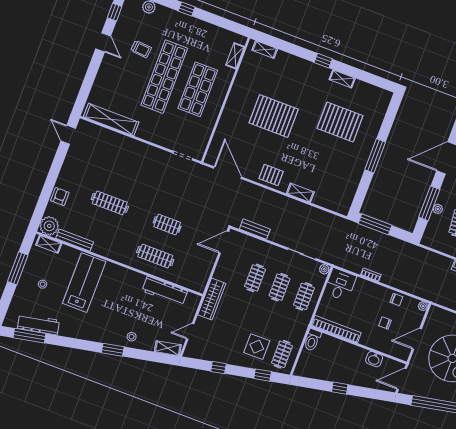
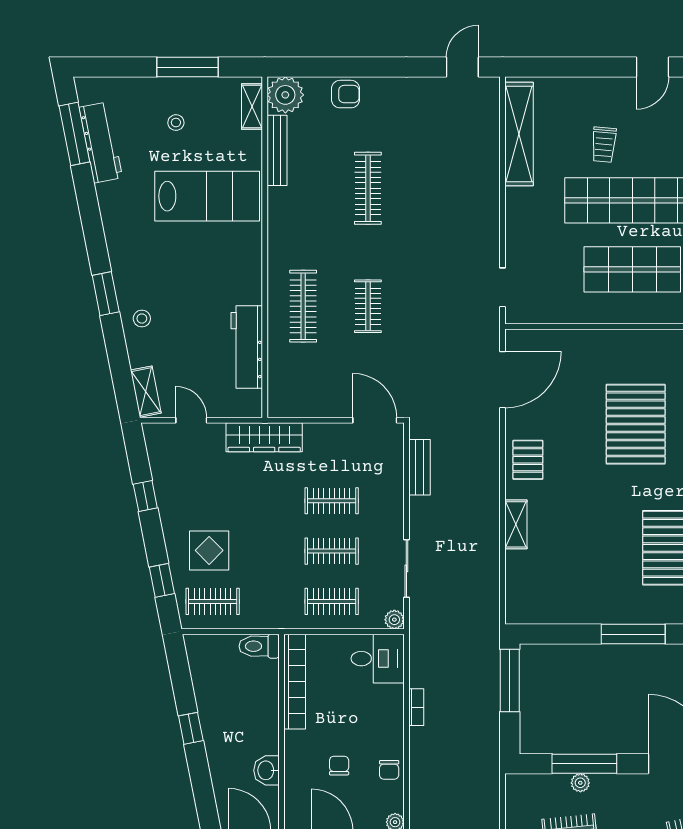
trolley: (141, 49) -> (604, 145), moved

